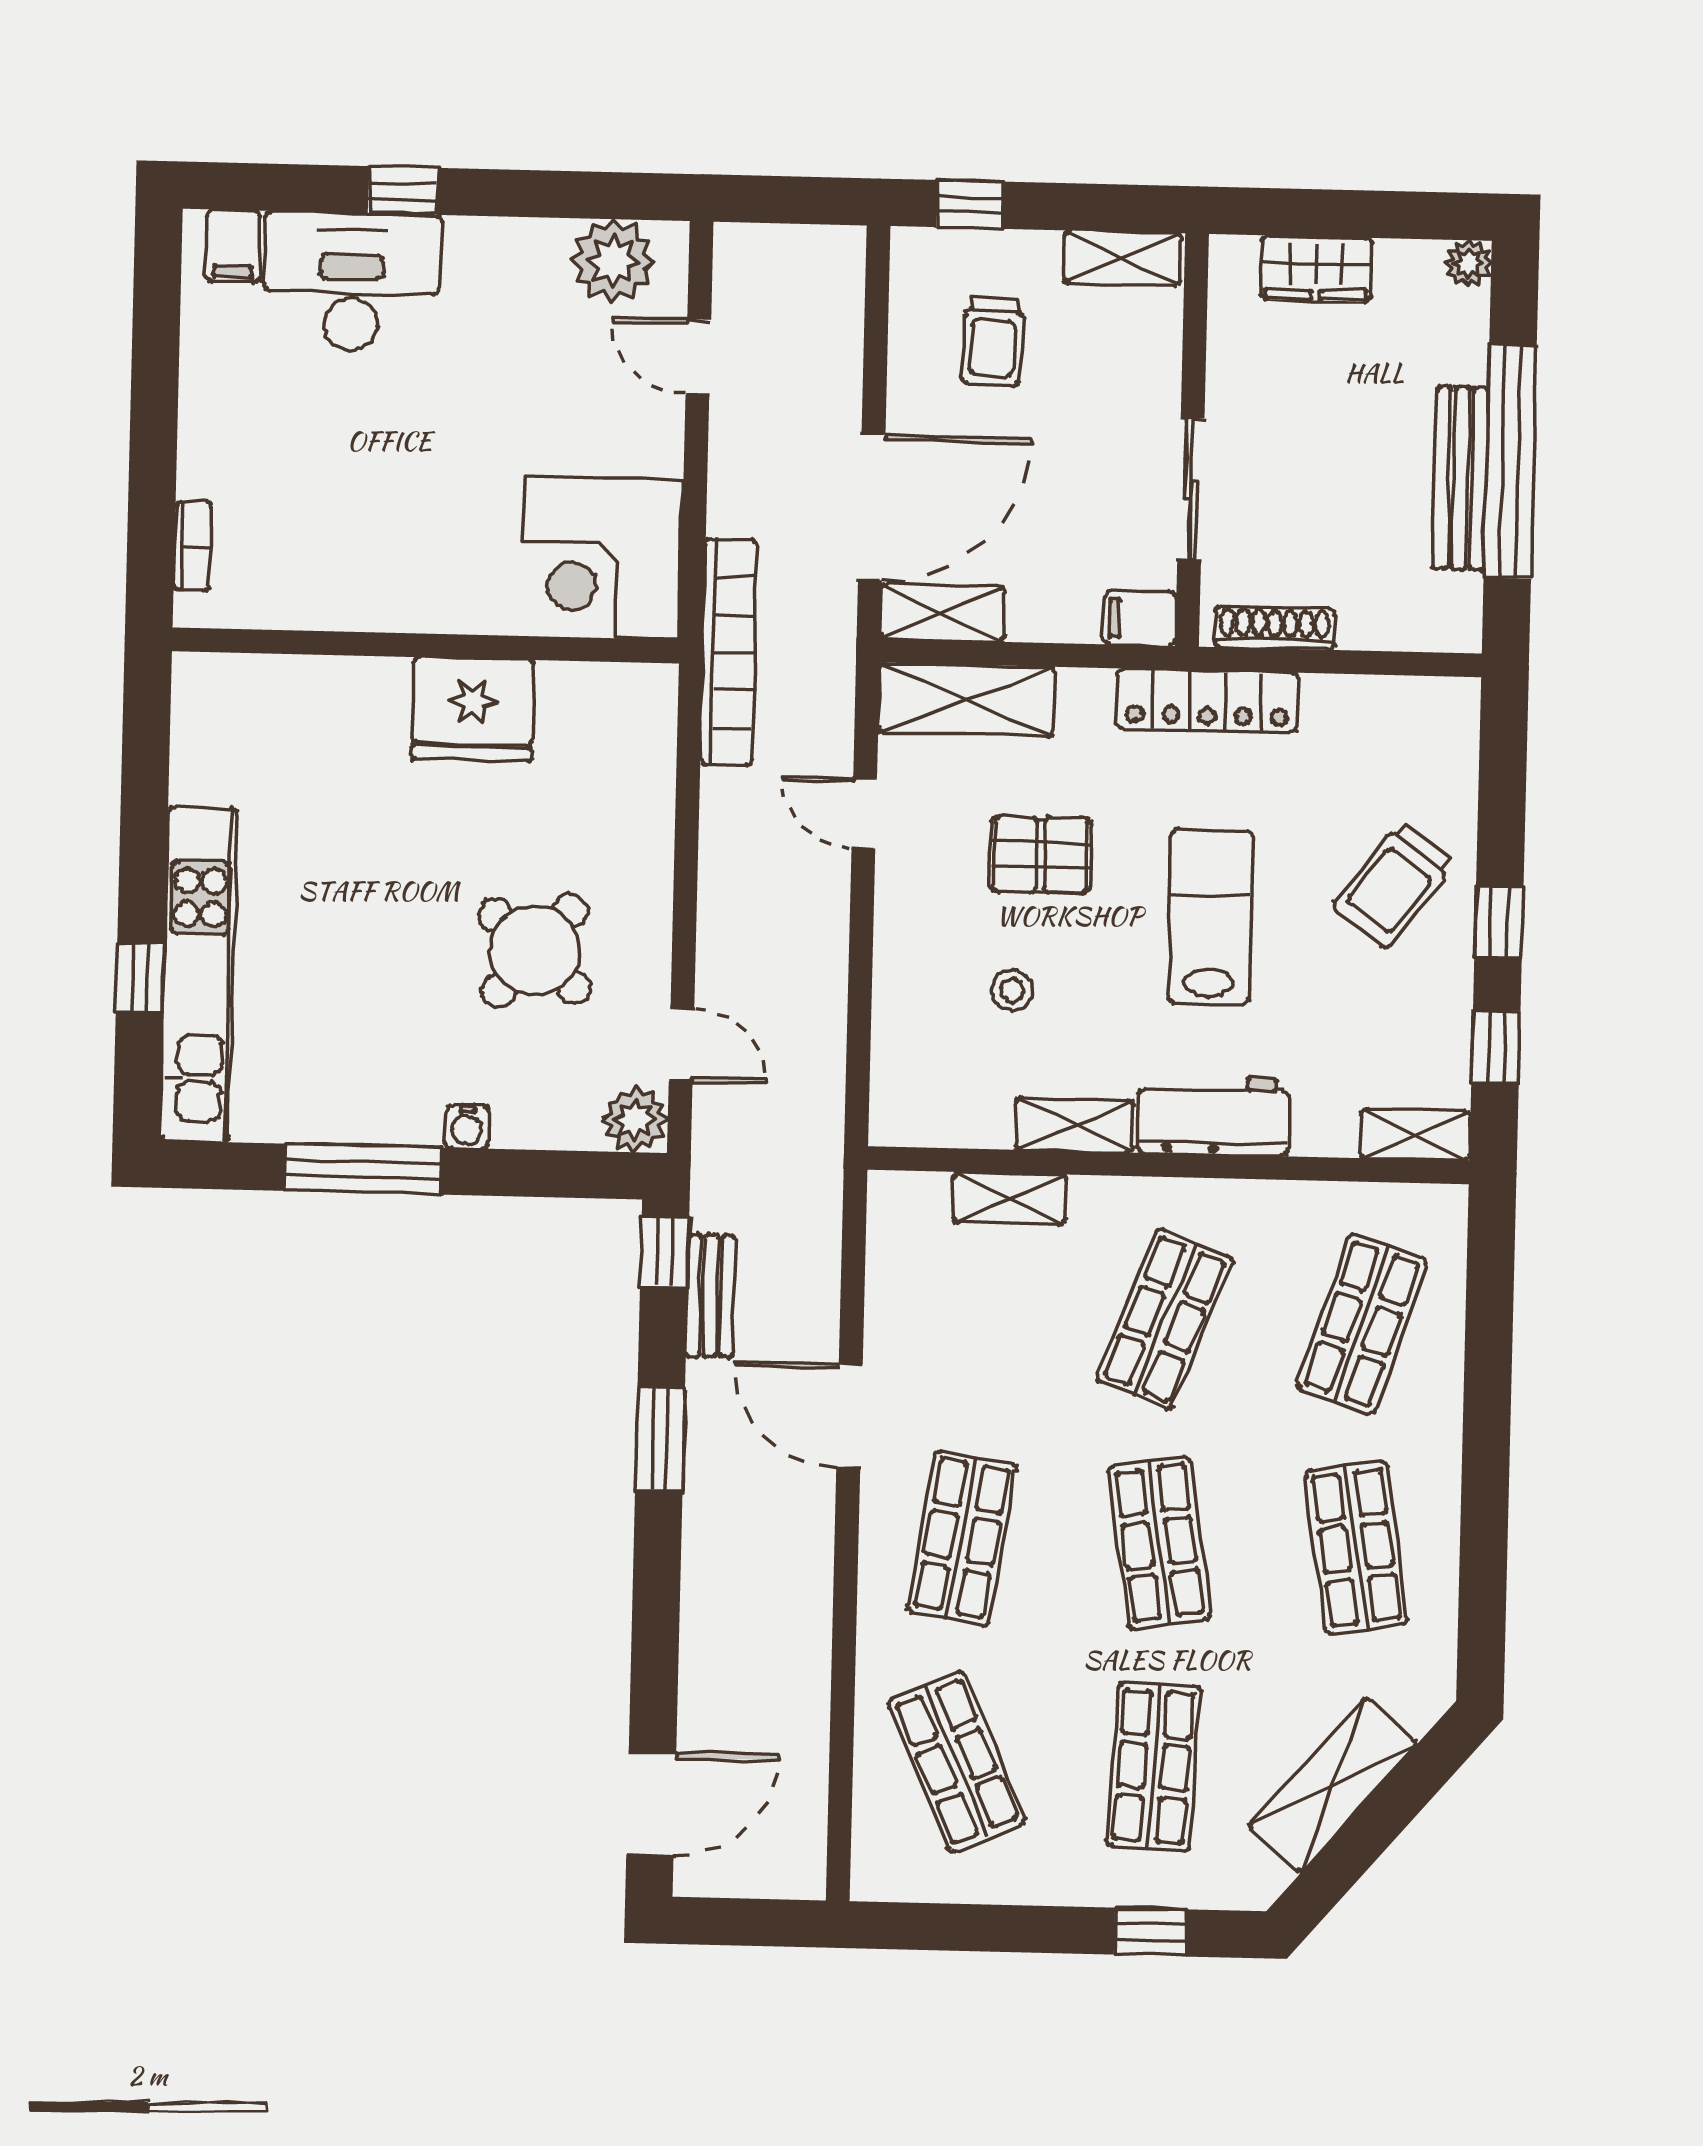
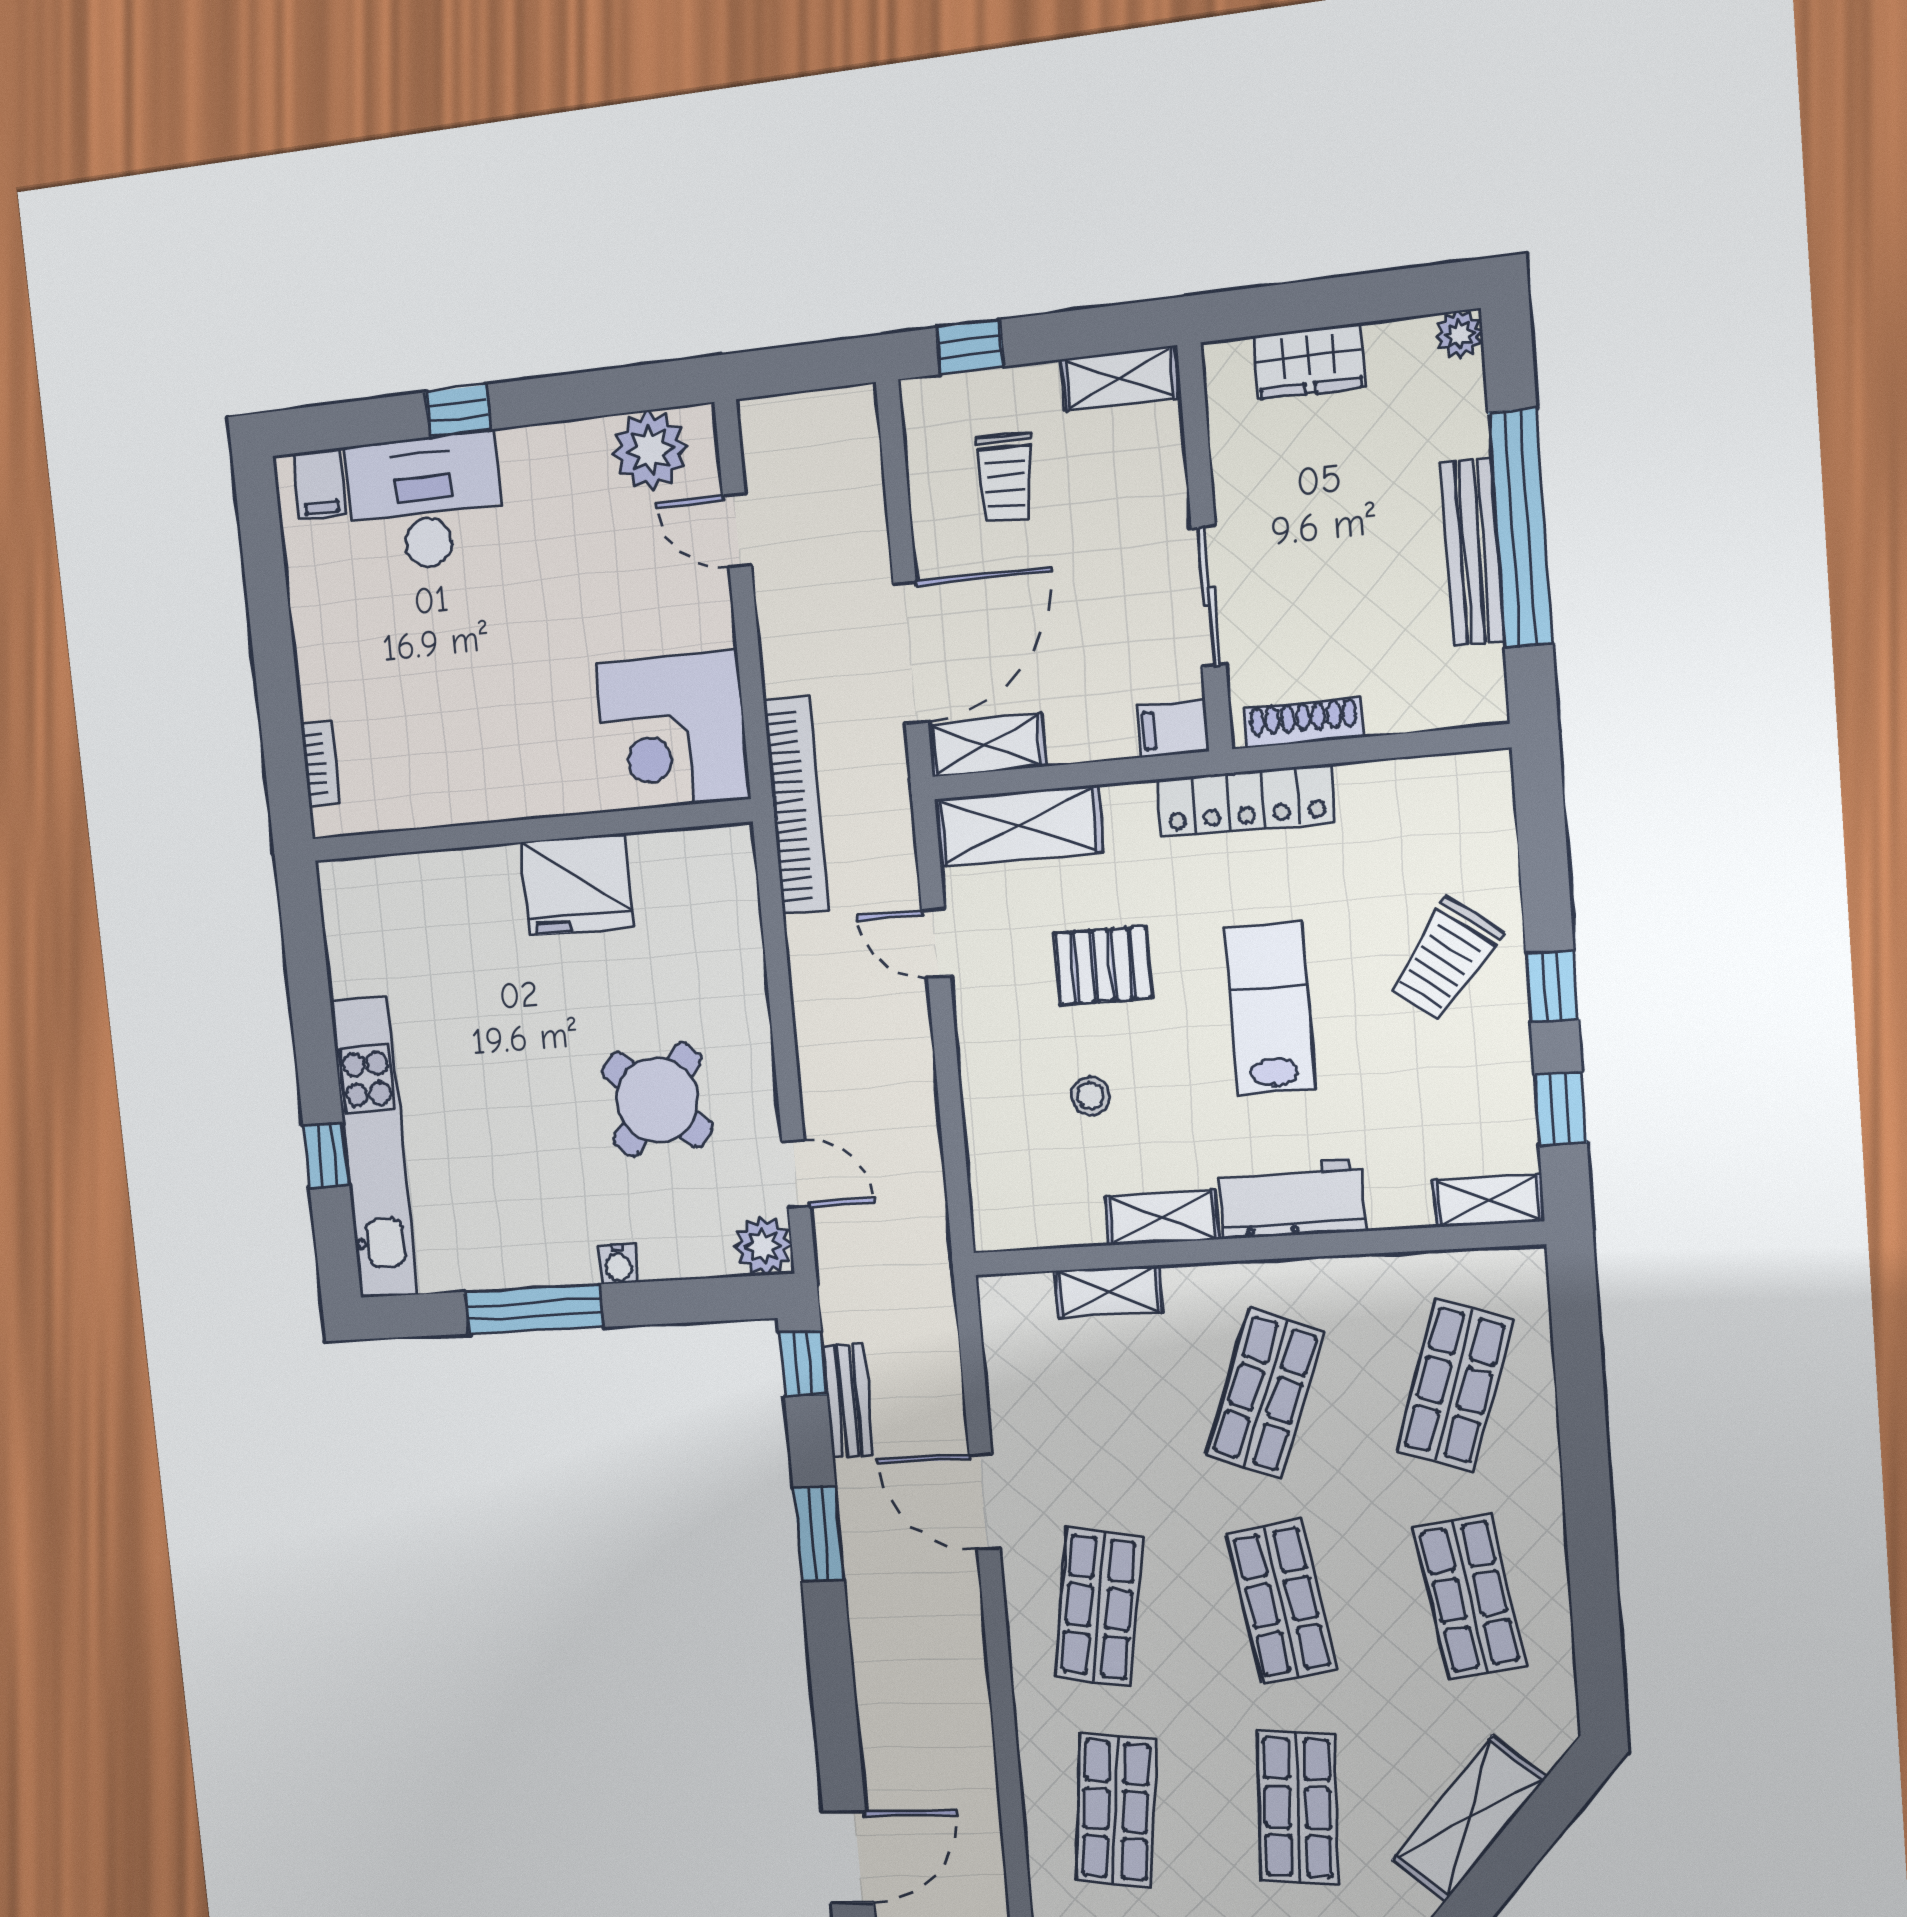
shop shelf: (957, 1762) -> (1116, 1810), turned 30

